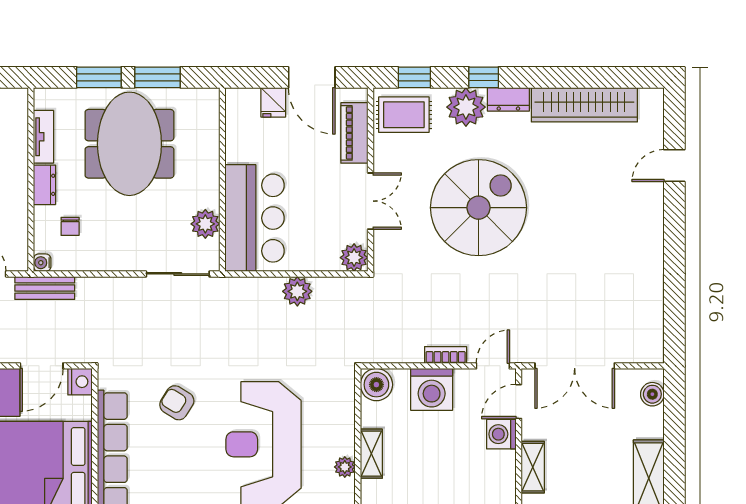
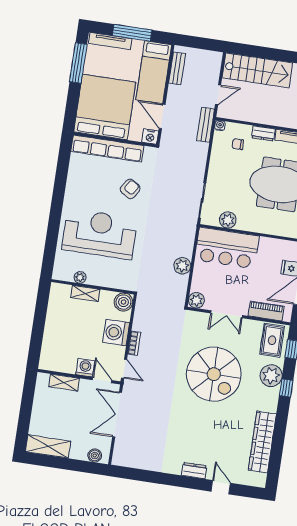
dresser: (508, 99) -> (194, 471), moved, turned 90

